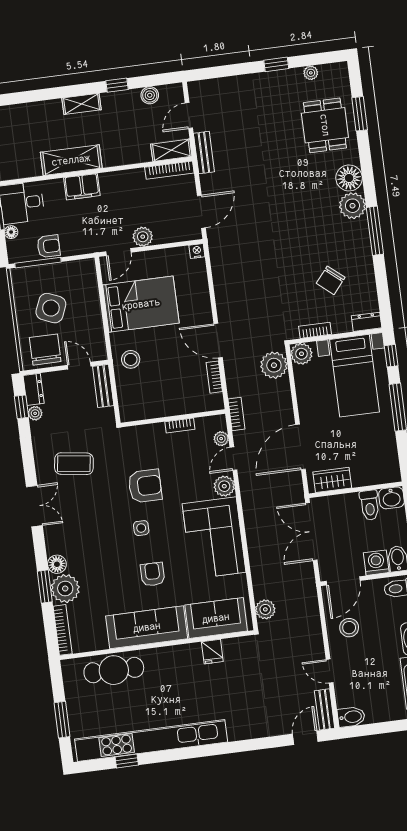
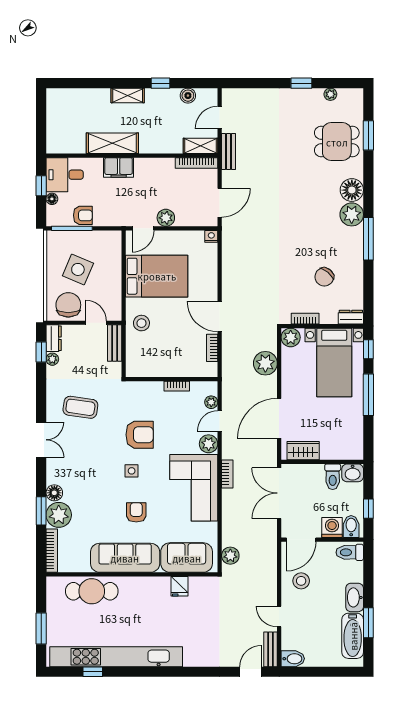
dining table: (325, 125) -> (337, 142), turned 90
plant: (274, 365) -> (265, 363), moved
bookcase: (236, 414) -> (227, 474), moved

